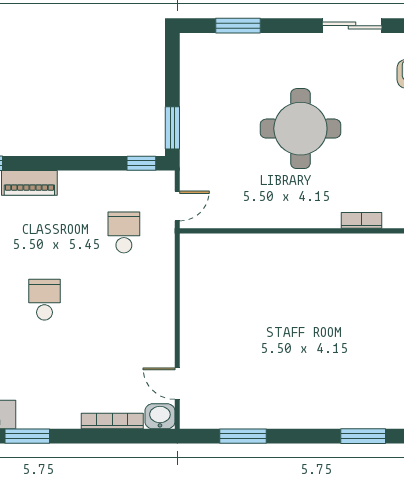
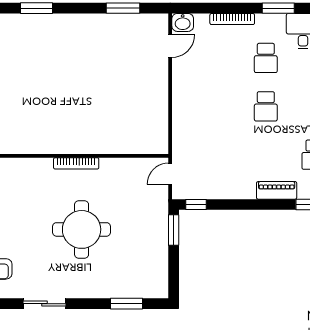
bookcase: (362, 220) -> (76, 163), moved, width x1.56
school desk: (124, 232) -> (266, 58), moved
door: (177, 384) -> (170, 46), hinge flipped
bookcase: (112, 421) -> (232, 19), moved

